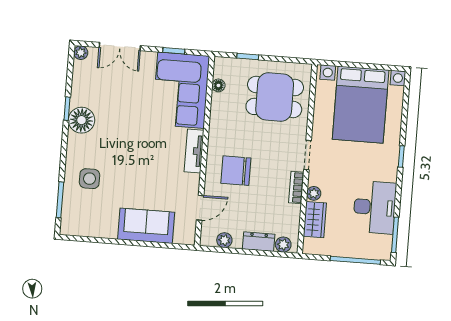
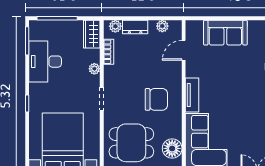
floor lamp: (218, 85) -> (172, 148), width x1.89, depth x1.89
chair: (236, 171) -> (156, 99), moved
bookcase: (296, 188) -> (109, 52), moved
wardrobe: (315, 220) -> (92, 34), moved

